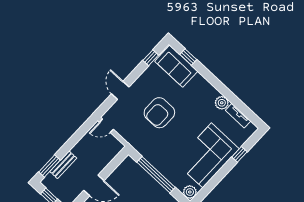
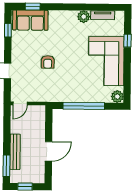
armchair: (159, 113) -> (48, 62), width x0.53, depth x0.53
bench: (63, 165) -> (15, 152), width x1.36

